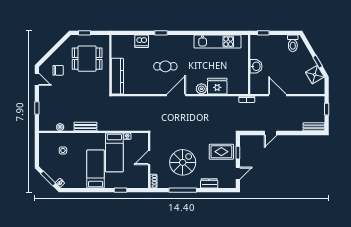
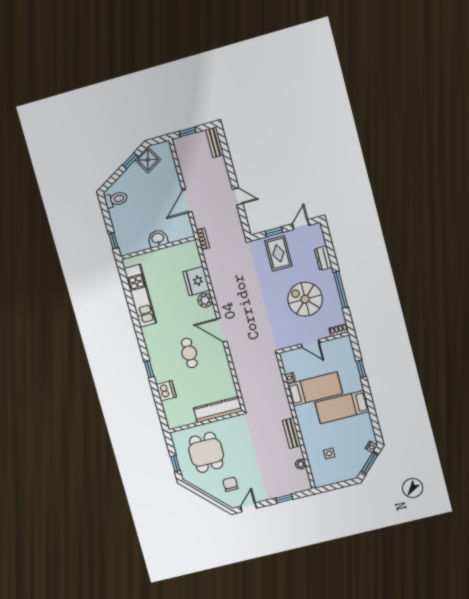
door: (238, 173) -> (301, 225), hinge flipped

